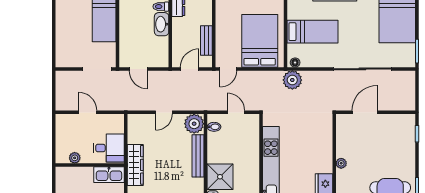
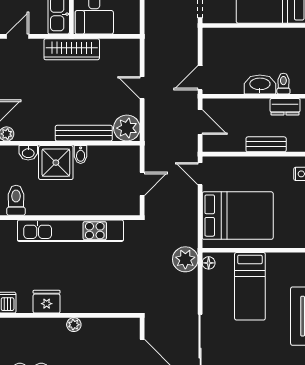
bench: (206, 40) -> (266, 144), moved
door: (138, 69) -> (200, 78), moved
bidet: (214, 127) -> (81, 155), moved

